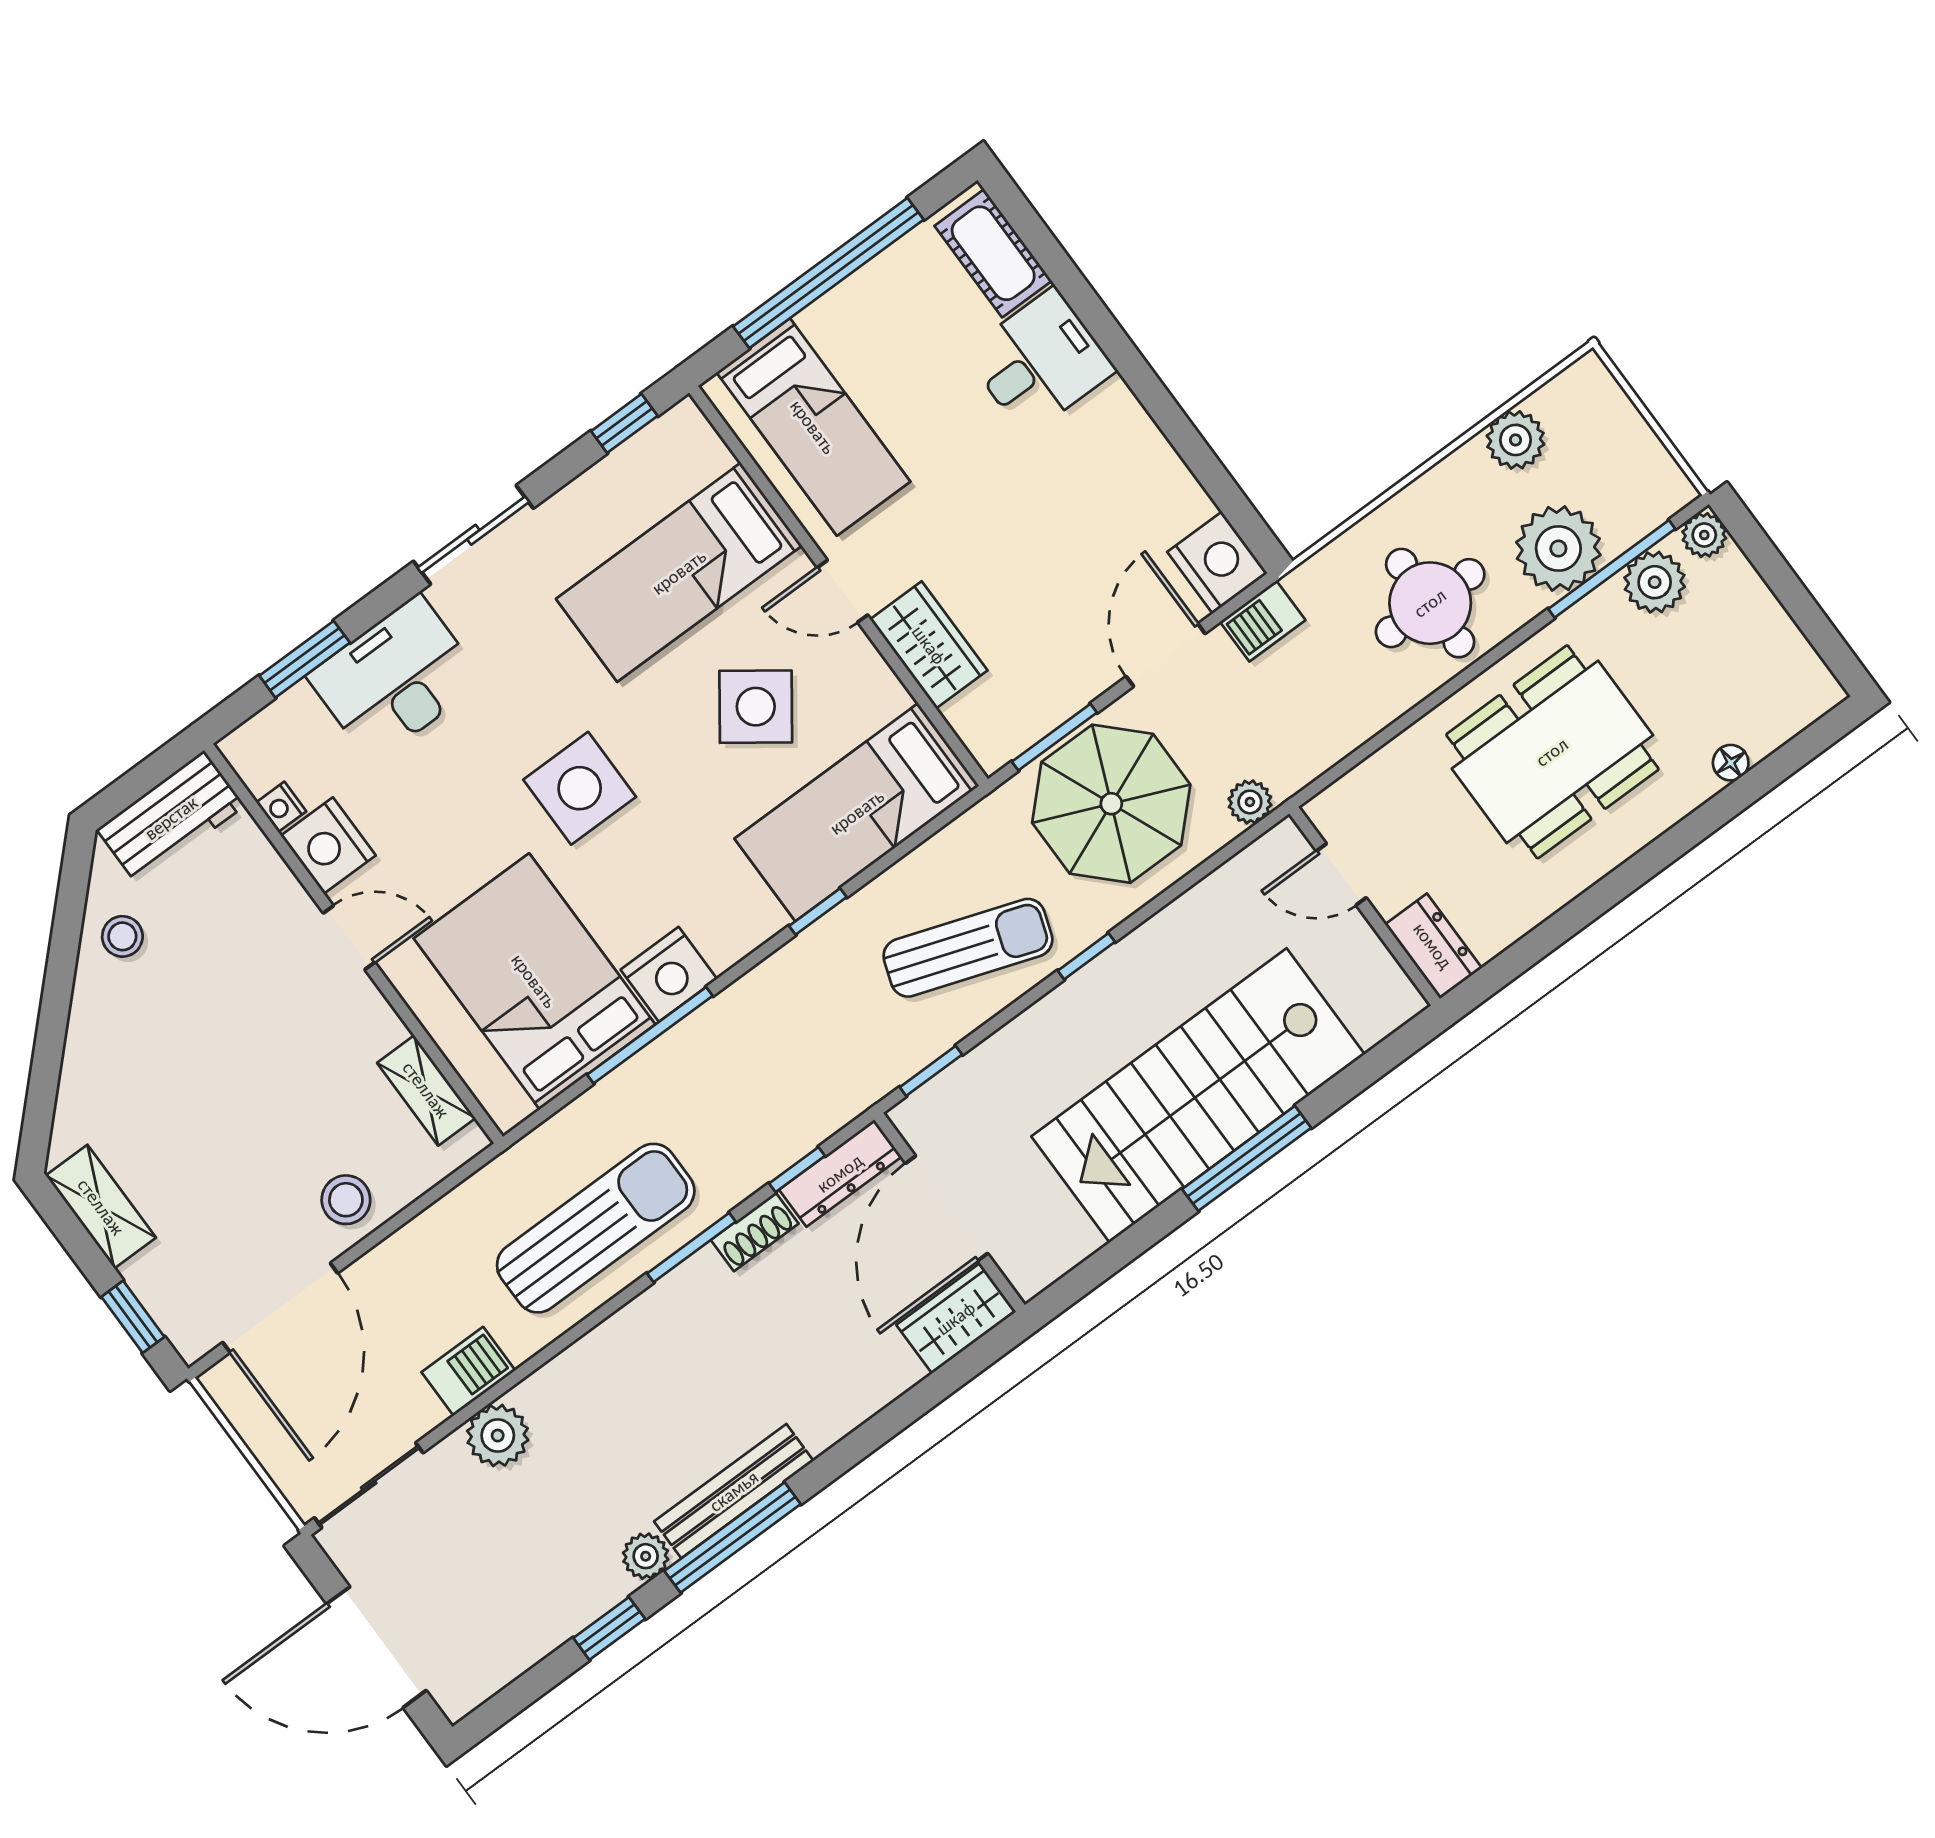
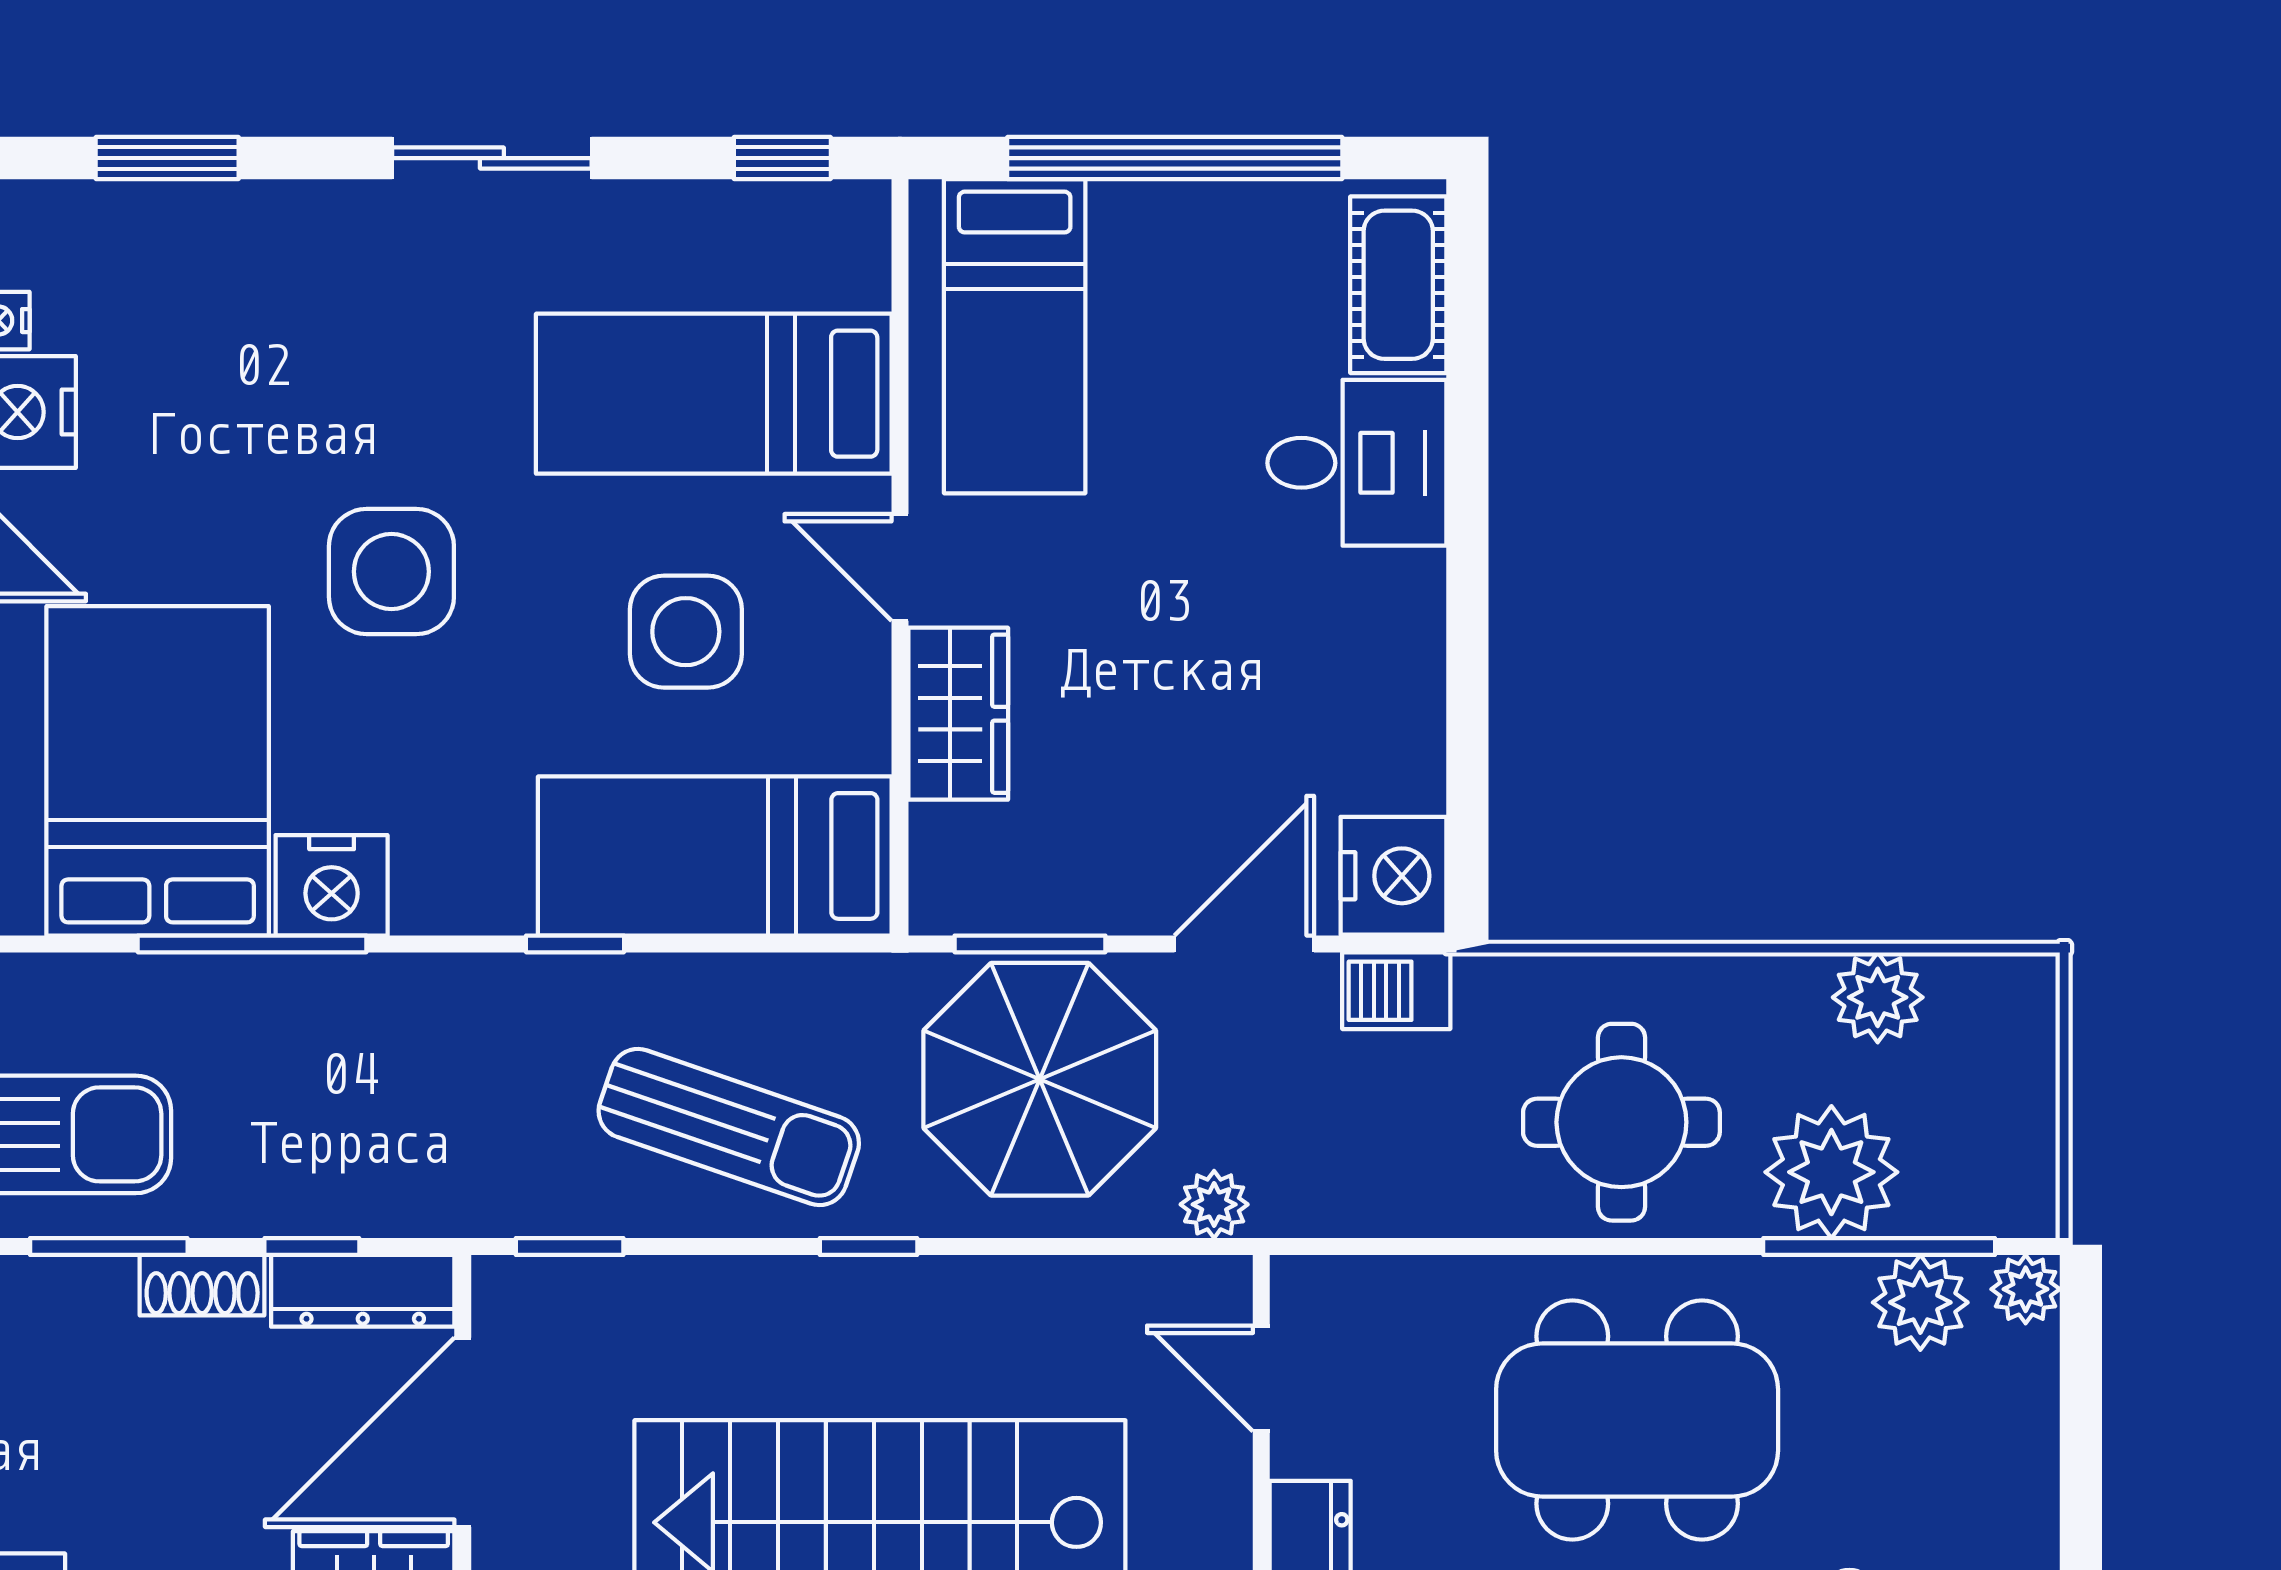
desk: (395, 679) -> (263, 266), removed
side table: (756, 707) -> (686, 632), turned -36

